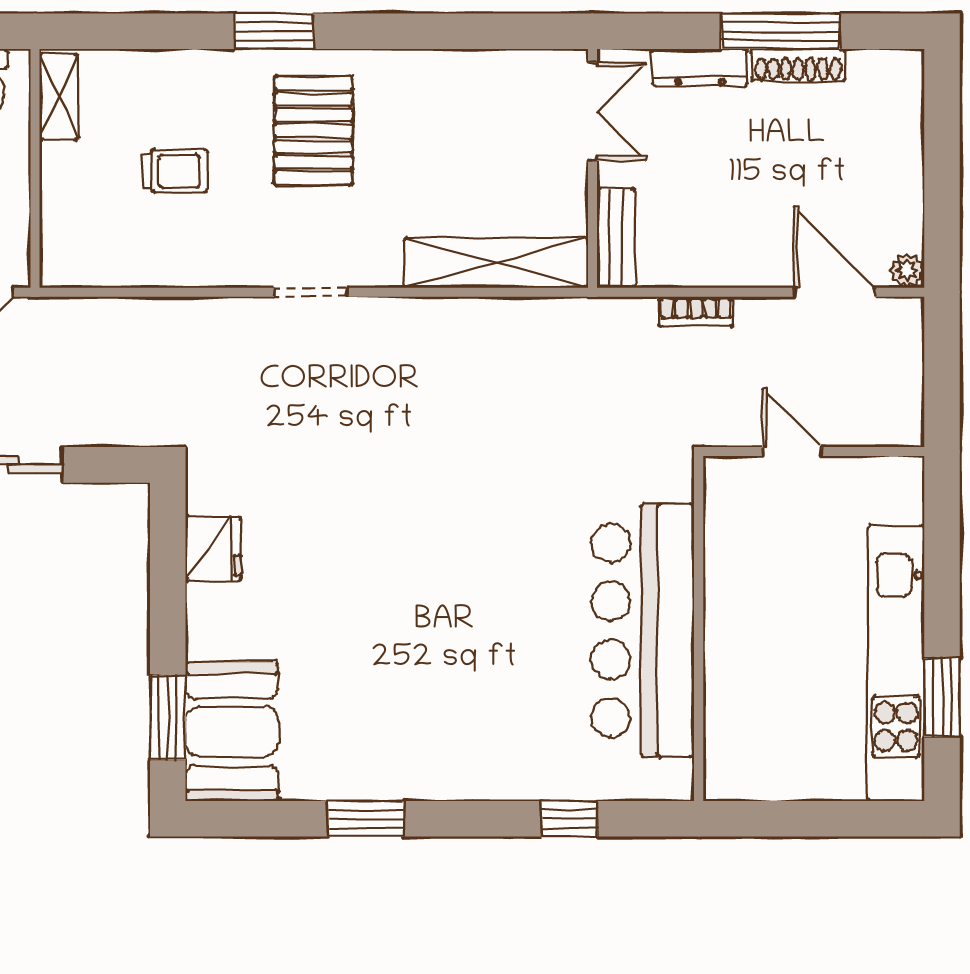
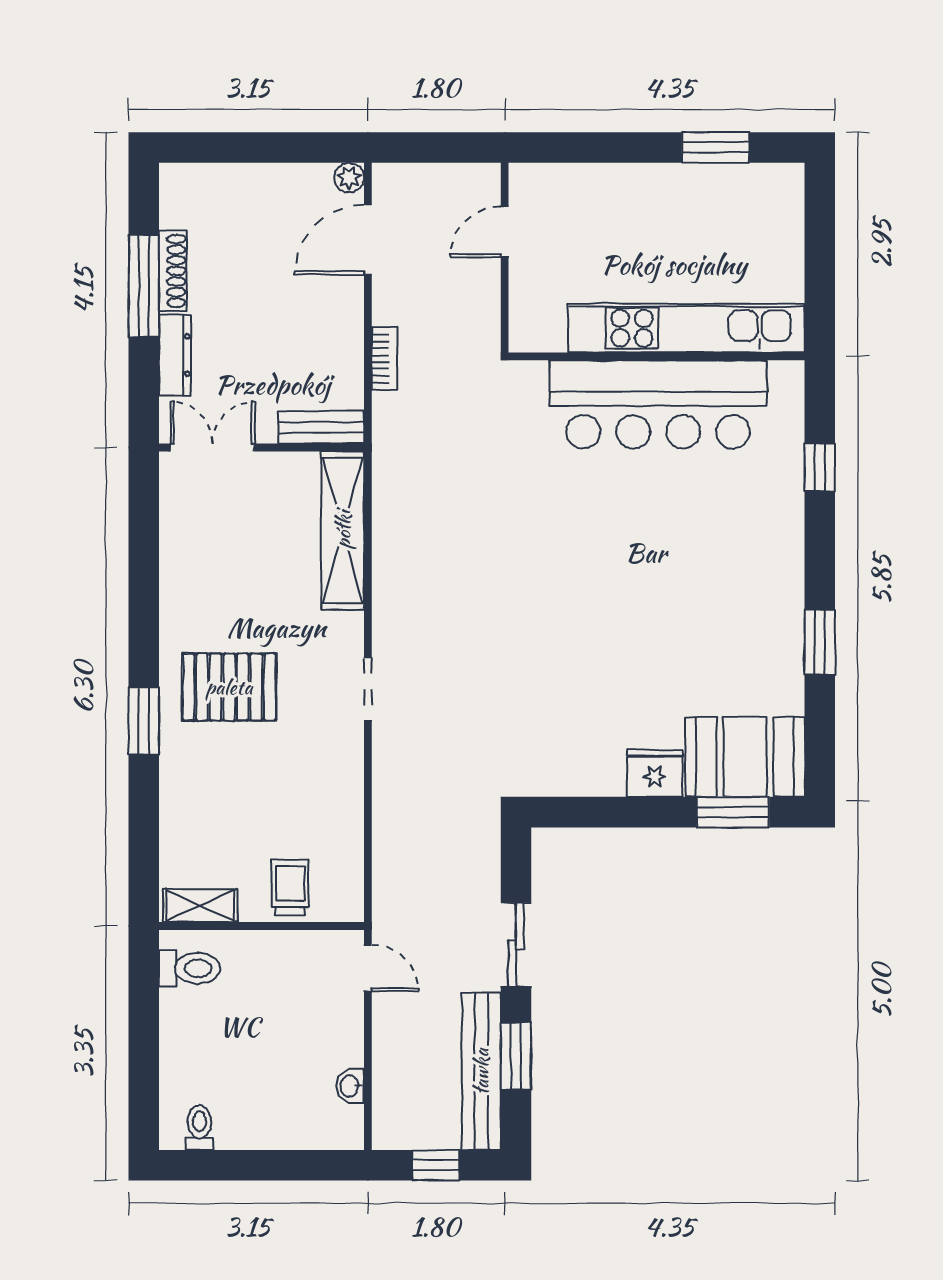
trolley: (175, 171) -> (290, 887), moved
door: (792, 452) -> (505, 232), moved
fridge: (213, 548) -> (655, 773), moved
kitchen unit: (896, 663) -> (686, 328), moved, turned 180

